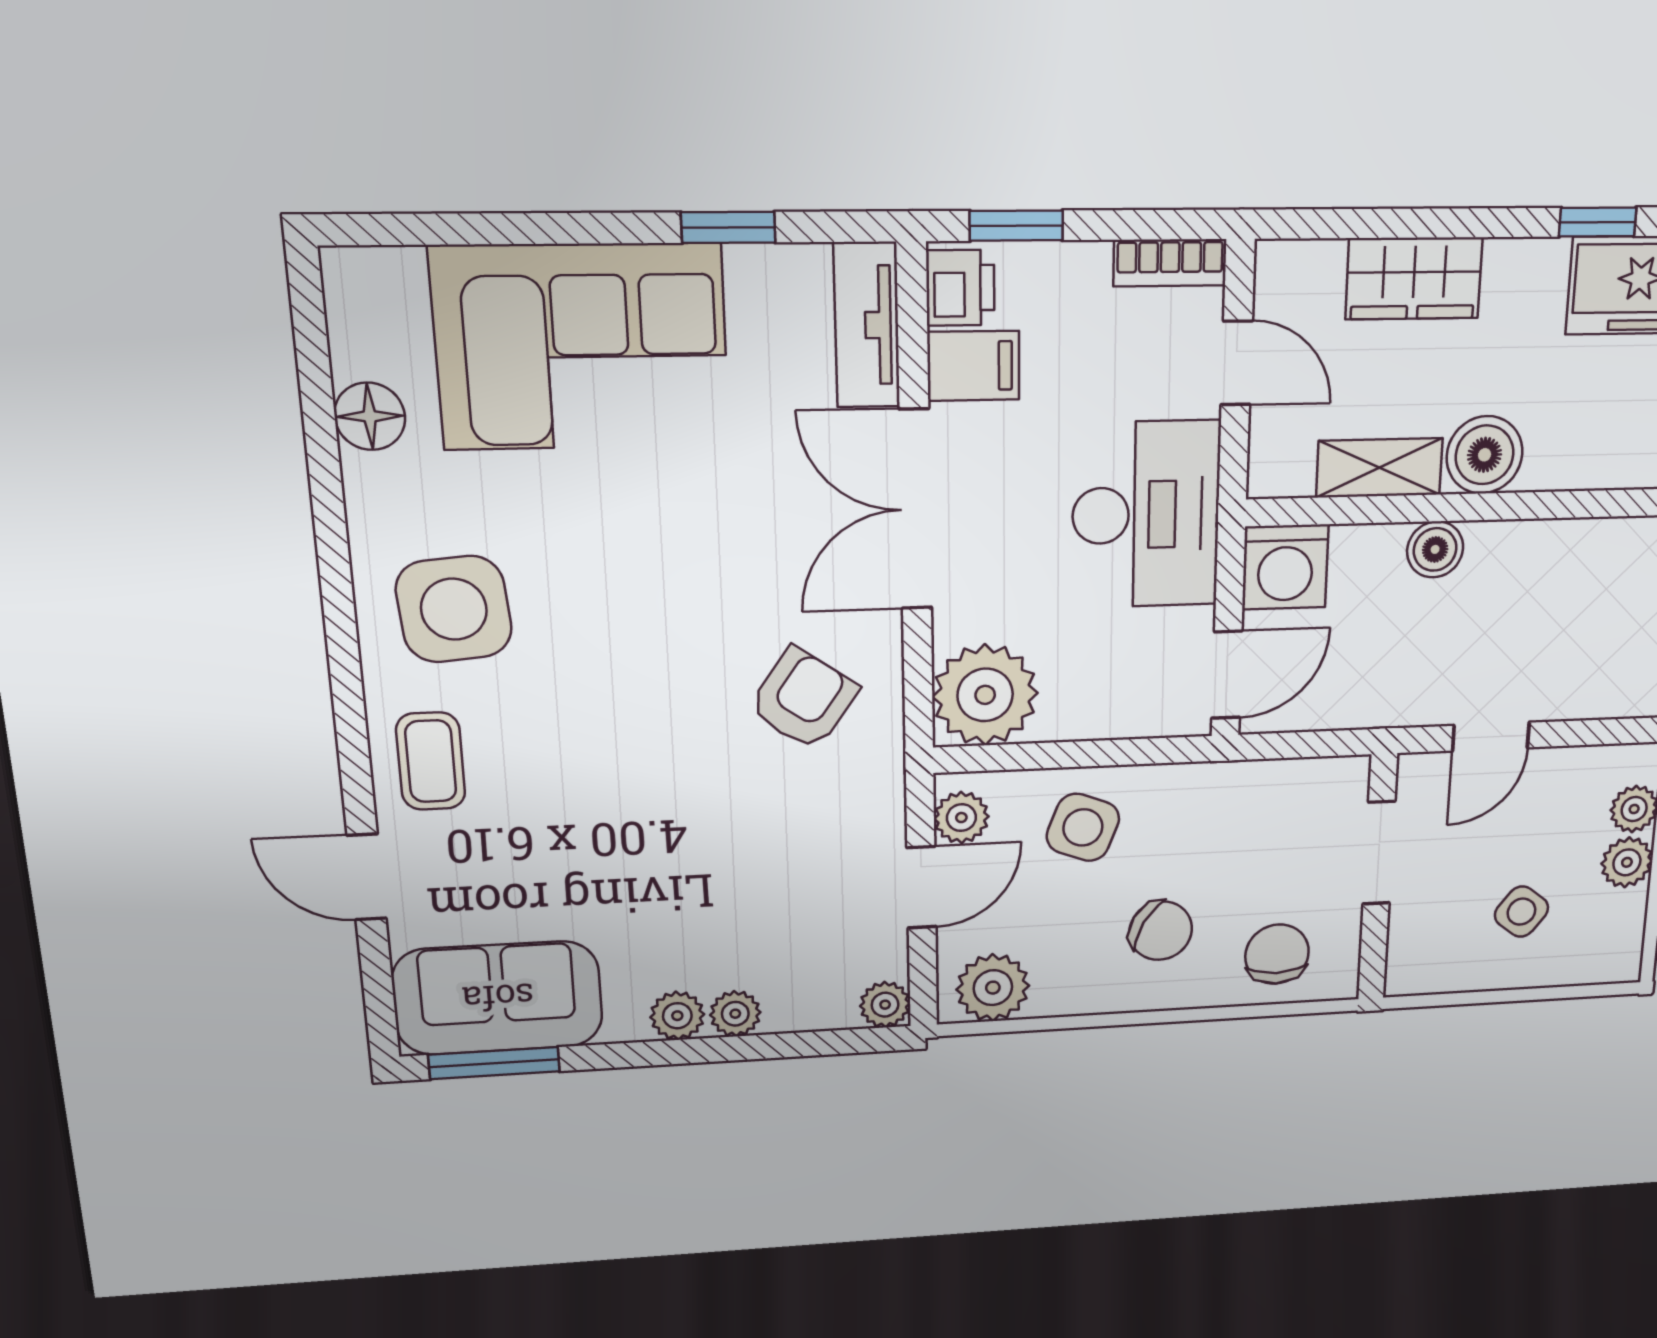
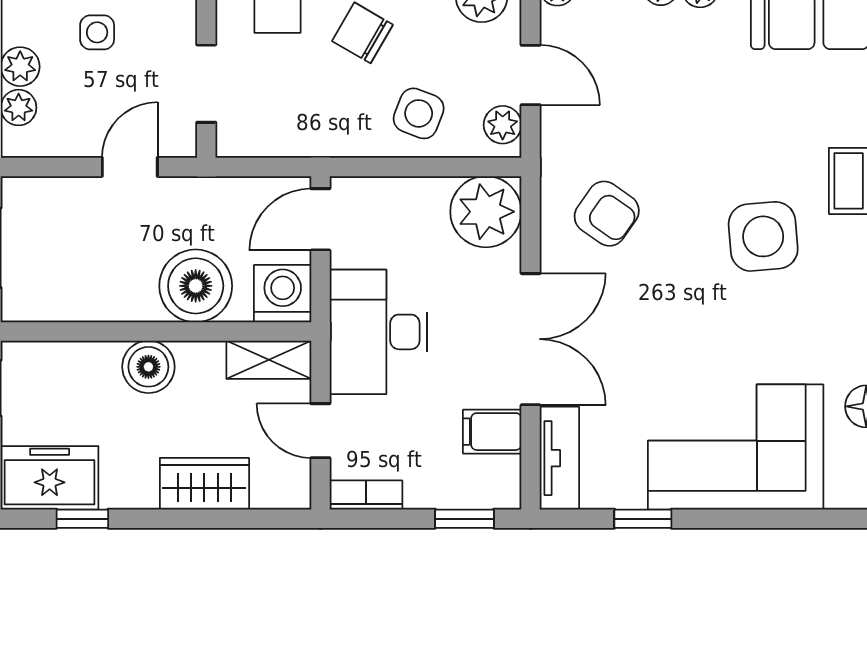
printer: (960, 288) -> (500, 481), removed
shelving: (1379, 468) -> (269, 360), moved
boiler: (1435, 549) -> (196, 286), width x1.86, depth x1.86
side table: (454, 609) -> (763, 236), moved
armchair: (803, 699) -> (607, 214), turned -90
door: (921, 887) -> (531, 75), swing flipped
side table: (1521, 912) -> (97, 32), turned -38

